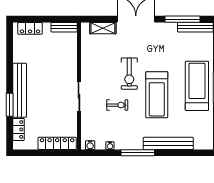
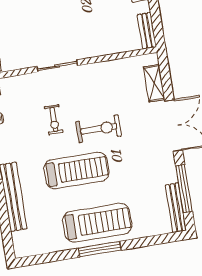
exercise bike: (129, 74) -> (99, 129), turned 180
treadmill: (157, 95) -> (76, 171), turned 180

